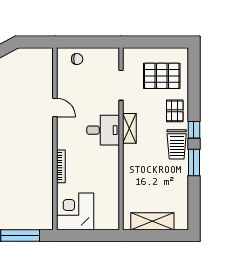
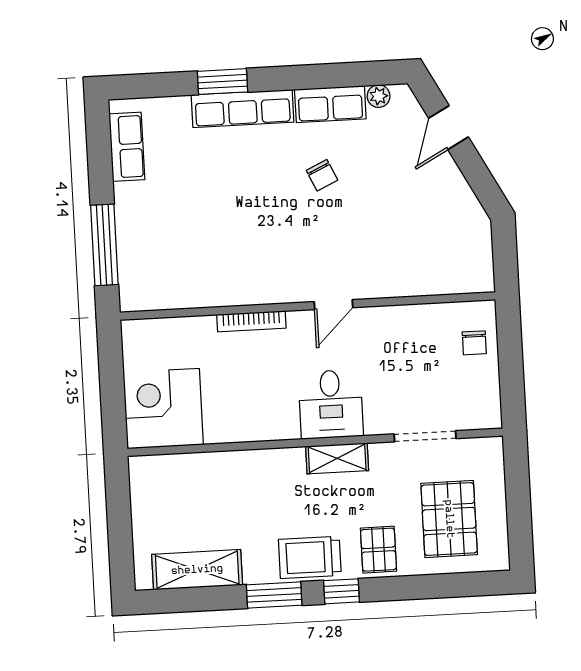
door: (55, 108) -> (334, 305), moved
pallet: (175, 111) -> (378, 550), turned 90
corner desk: (75, 211) -> (163, 409), moved, turned -90
shelving: (152, 221) -> (197, 570), moved, turned 90

